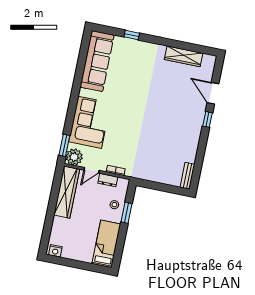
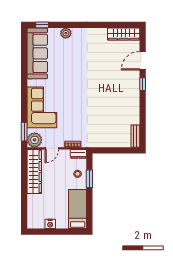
window: (132, 35) -> (42, 25), moved
plant: (134, 45) -> (66, 33), added
wardrobe: (184, 56) -> (124, 34), moved
door: (213, 93) -> (143, 61), hinge flipped
dresser: (108, 180) -> (78, 154), moved
nightstand: (55, 251) -> (50, 224), moved

